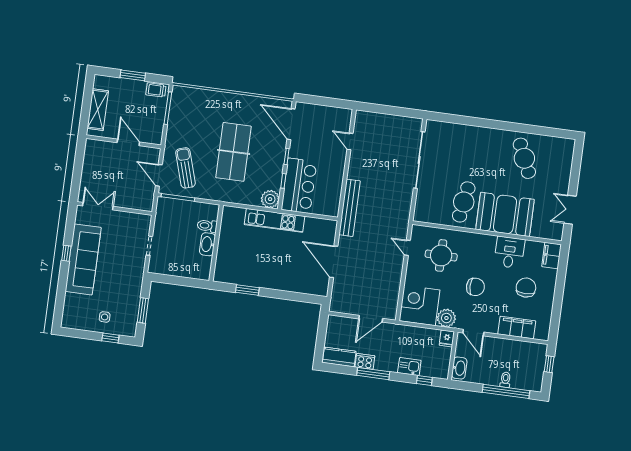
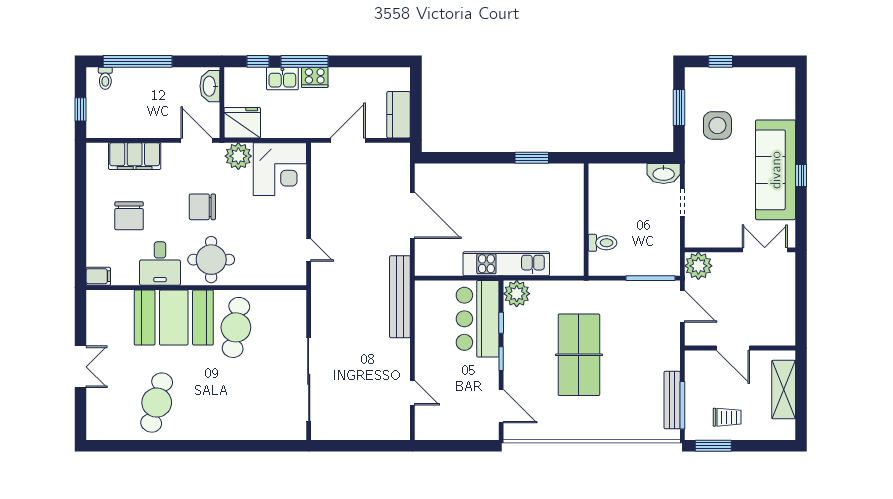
window: (133, 75) -> (713, 446), moved
trolley: (156, 90) -> (727, 417), moved
bench: (174, 113) -> (672, 400), added
door: (291, 124) -> (501, 406), width x0.73
cafe table: (524, 158) -> (157, 403), turned 39
sun lounger: (185, 168) -> (645, 322), removed
plant: (144, 201) -> (698, 266), added
double door: (98, 206) -> (765, 250), swing flipped
double door: (570, 210) -> (81, 367), moved
washbasin: (207, 244) -> (664, 173), moved, turned 90
round table: (441, 255) -> (211, 260), moved
filing cabinet: (552, 255) -> (98, 276), width x0.50
side table: (105, 317) -> (717, 125), moved, width x1.87, depth x1.87
fridge: (447, 338) -> (242, 123), width x1.88, depth x1.34
kitchen counter: (339, 357) -> (399, 115), moved, turned 90
cooker: (365, 361) -> (315, 77), moved
window: (373, 374) -> (304, 61), moved
toilet: (505, 380) -> (105, 78), moved

